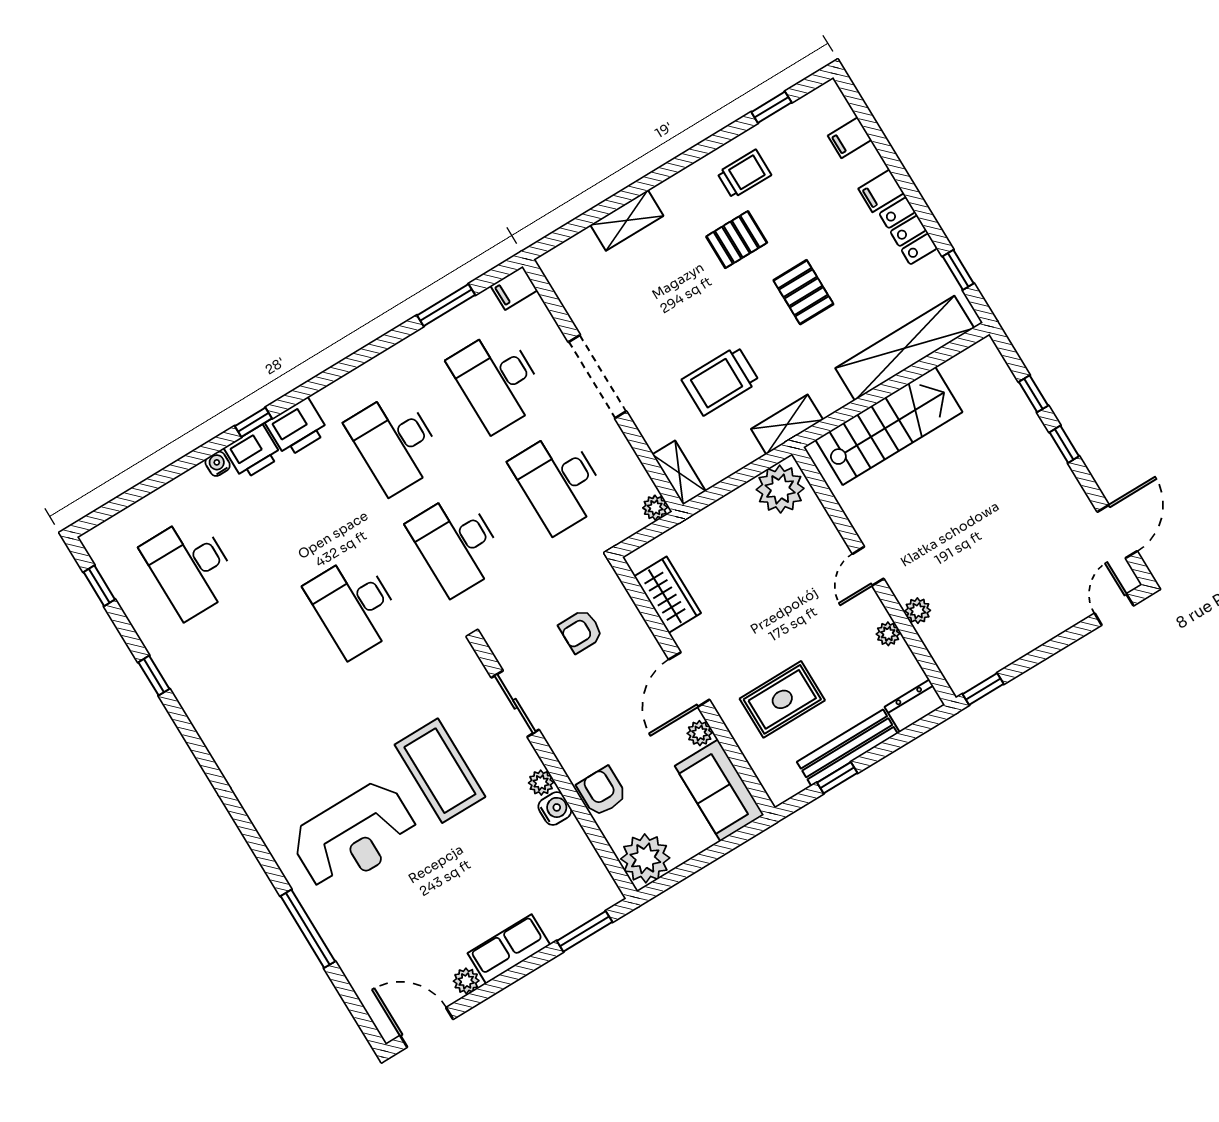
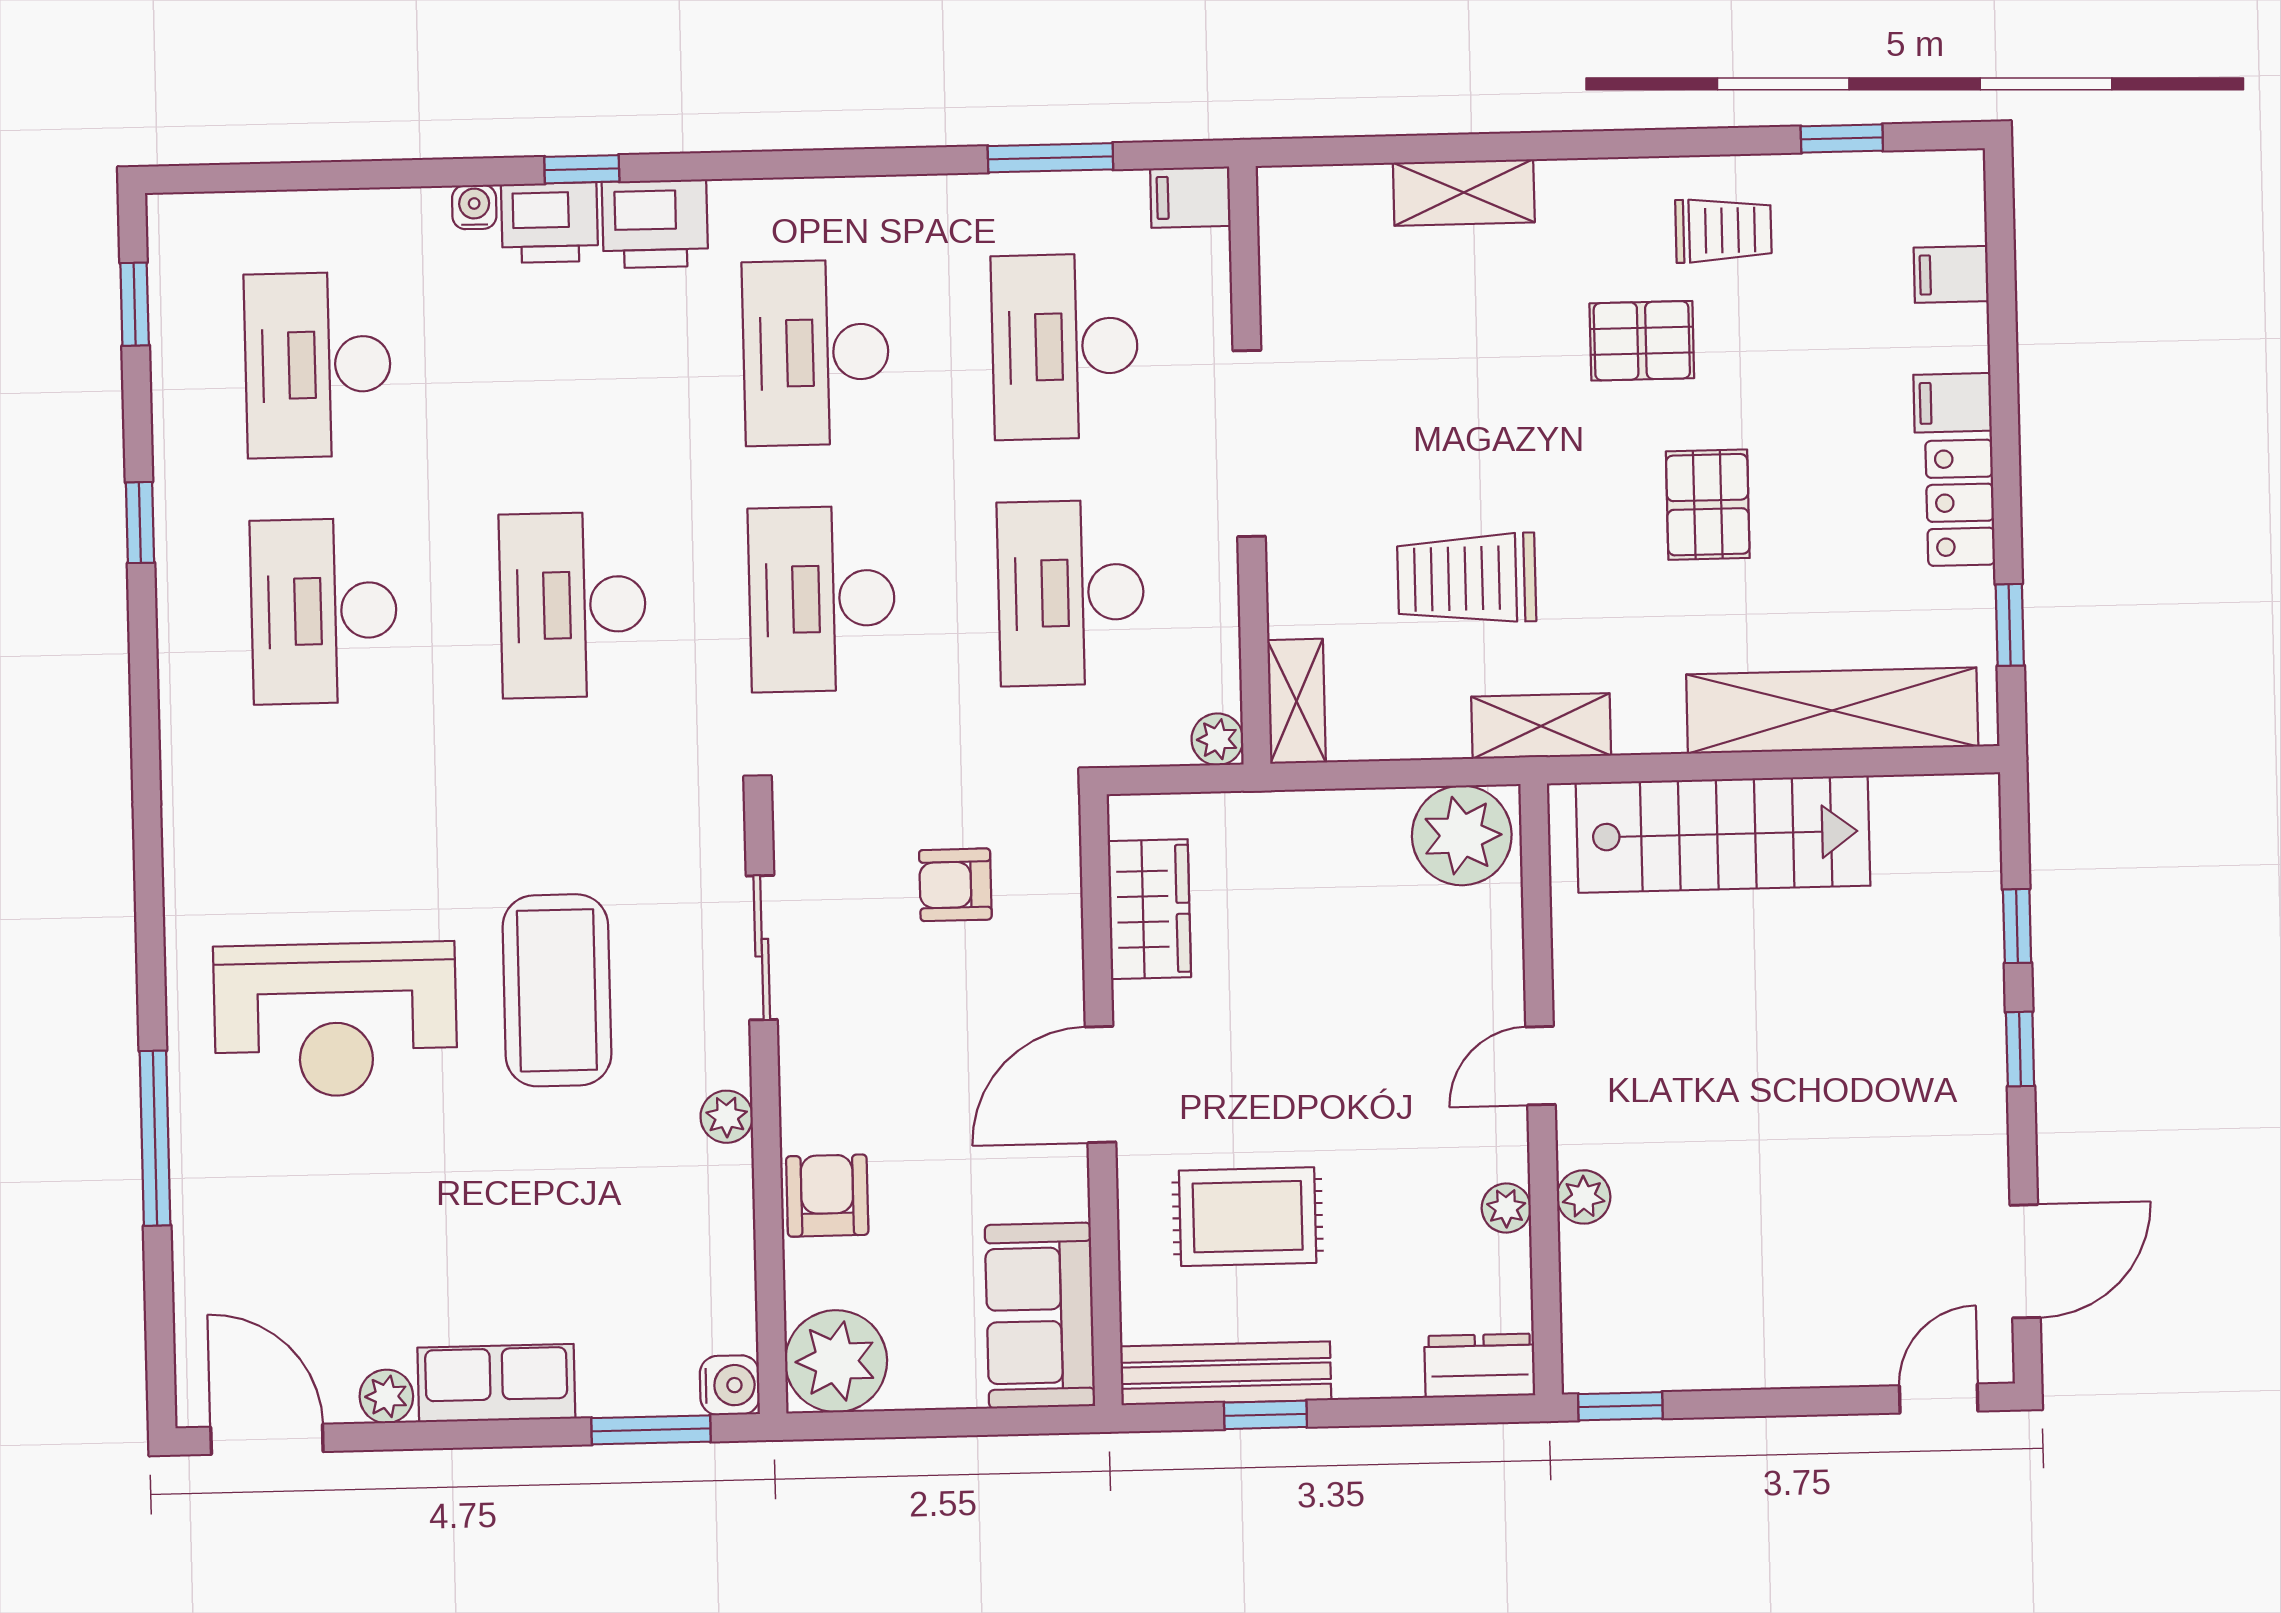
desk: (252, 668) -> (324, 611), added
plant: (700, 733) -> (1064, 1192), removed
bench: (847, 748) -> (1226, 1373), moved
water cooler: (555, 809) -> (730, 1385), moved

